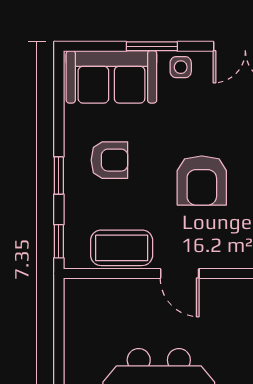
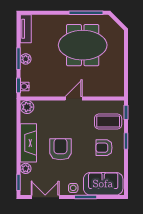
armchair: (202, 180) -> (60, 149), moved
coffee table: (122, 248) -> (108, 122), moved
door: (180, 273) -> (74, 98), hinge flipped

